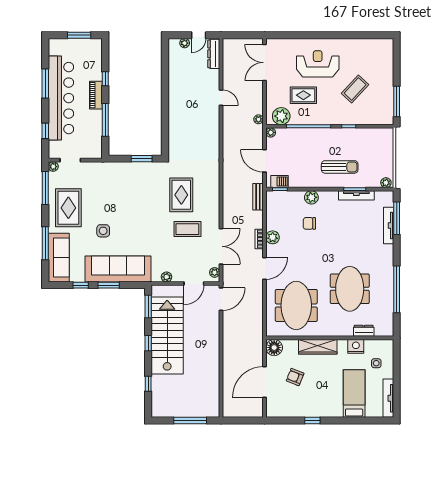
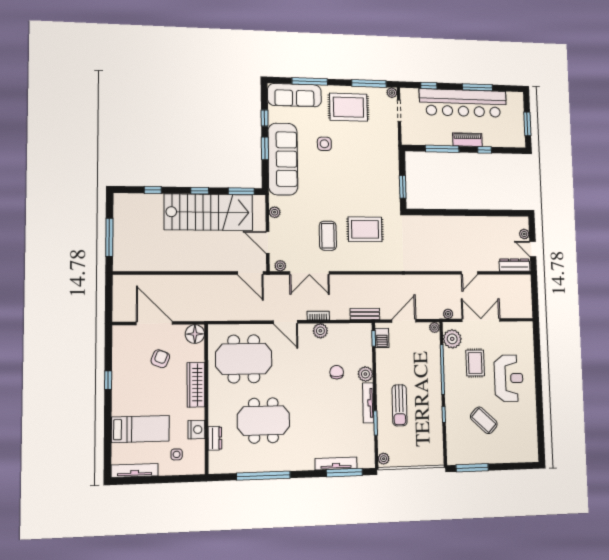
double door: (265, 63) -> (481, 320), moved
tv unit: (356, 195) -> (368, 403), moved

